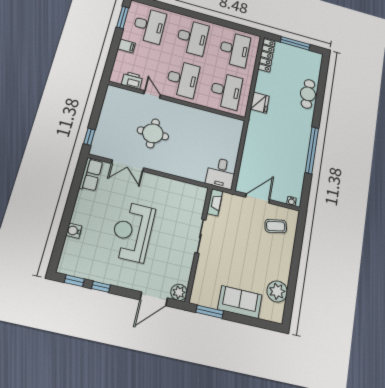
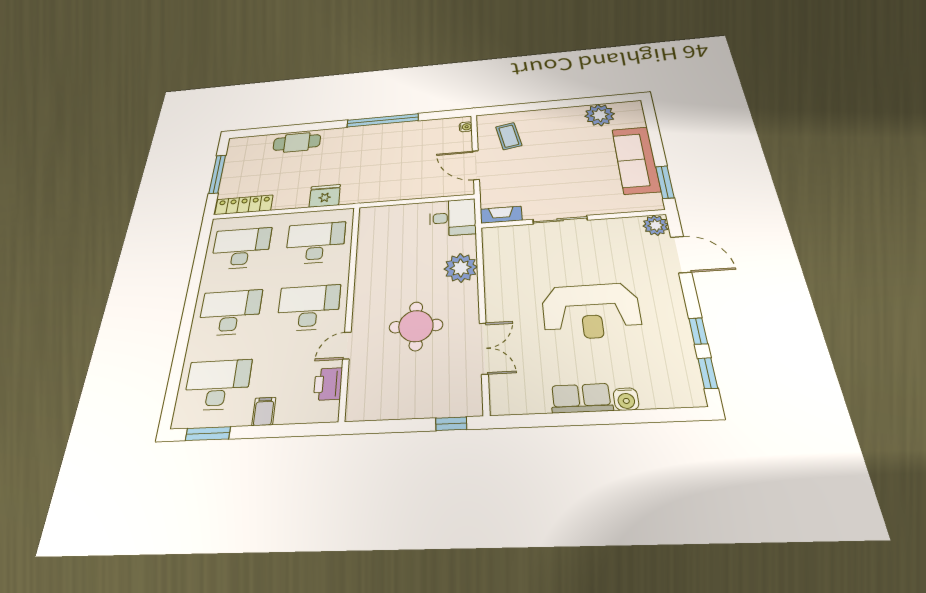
plant: (184, 168) -> (461, 268), added
row of seats: (91, 175) -> (581, 398), moved
sofa: (240, 302) -> (636, 160), width x1.36

